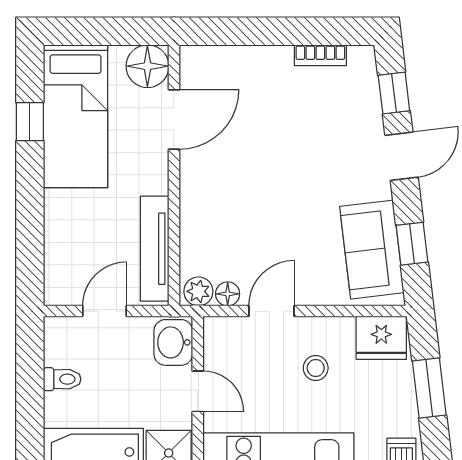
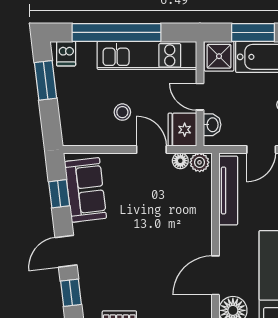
door: (272, 311) -> (151, 150), swing flipped
fridge: (381, 338) -> (182, 130), moved, turned -90
washbasin: (173, 342) -> (212, 125), width x0.72, depth x0.69
window: (429, 388) -> (46, 80), moved

